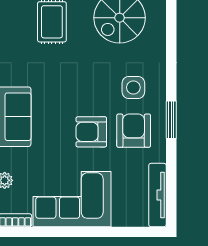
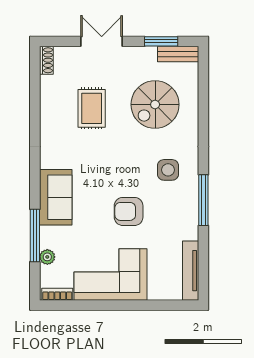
window: (171, 120) -> (203, 200), width x1.44
armchair: (134, 131) -> (168, 210), removed

